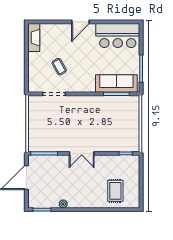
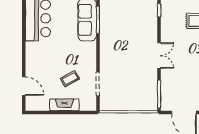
door: (81, 22) -> (24, 86), moved
fireplace: (34, 38) -> (64, 105), moved

